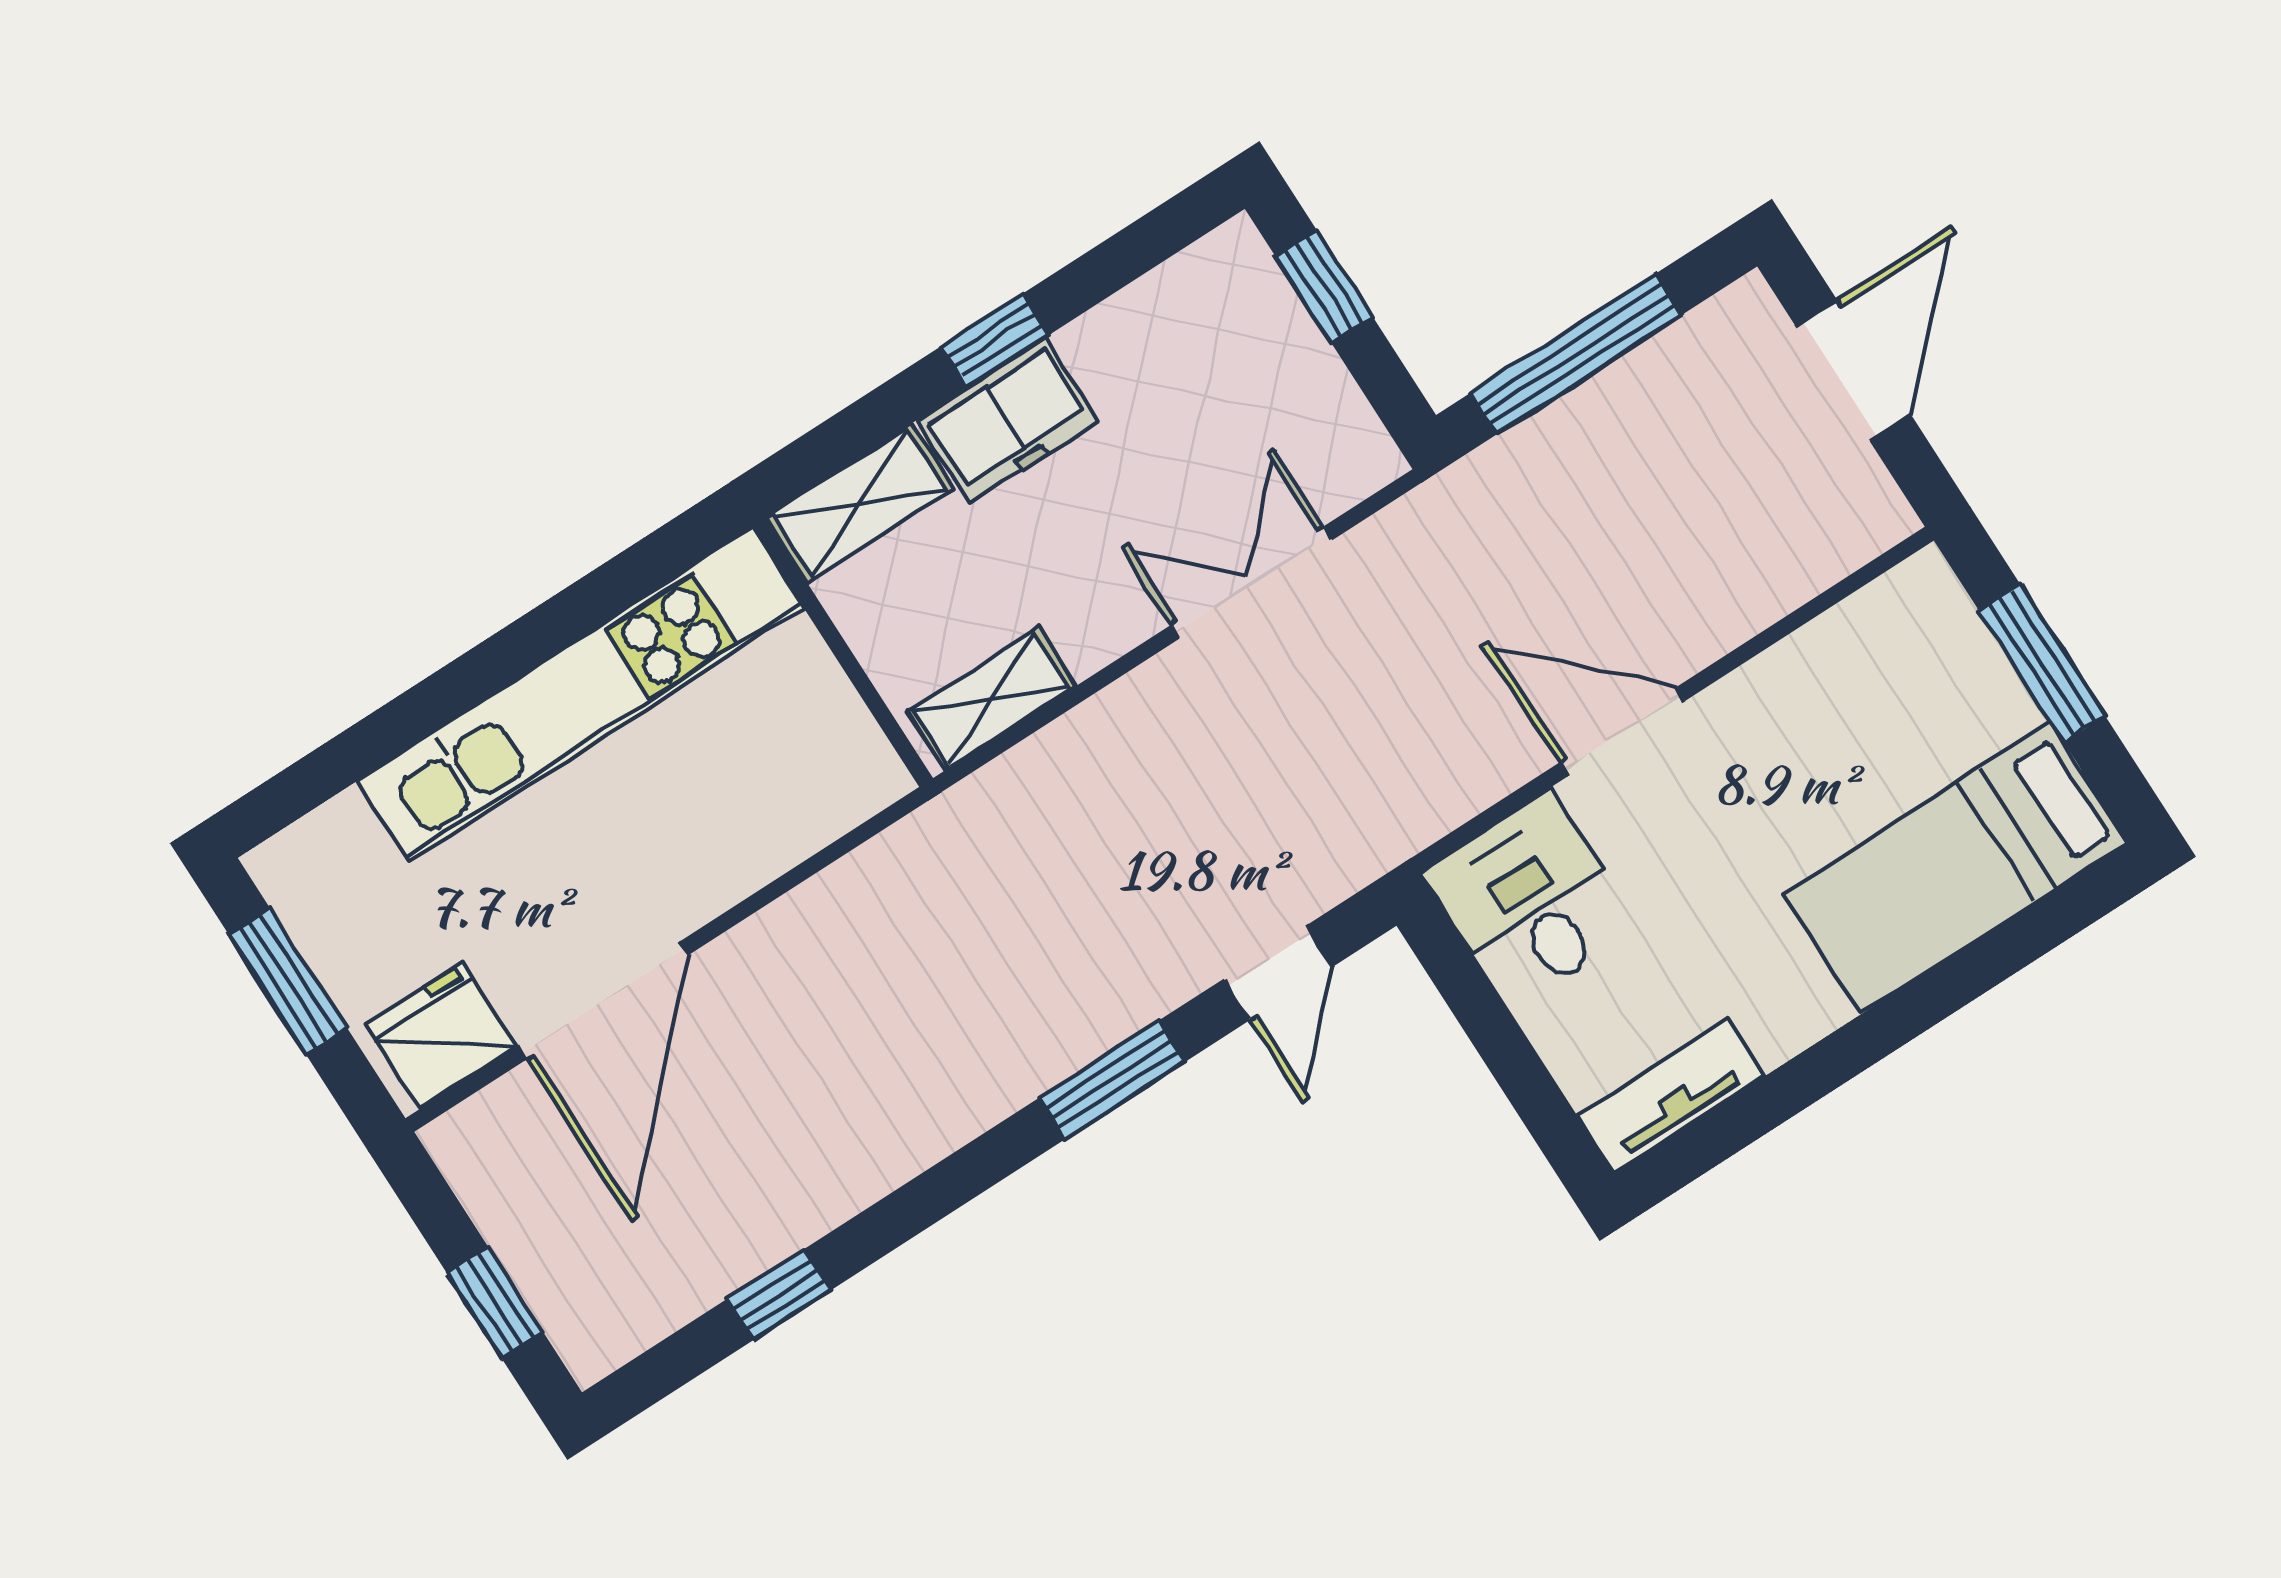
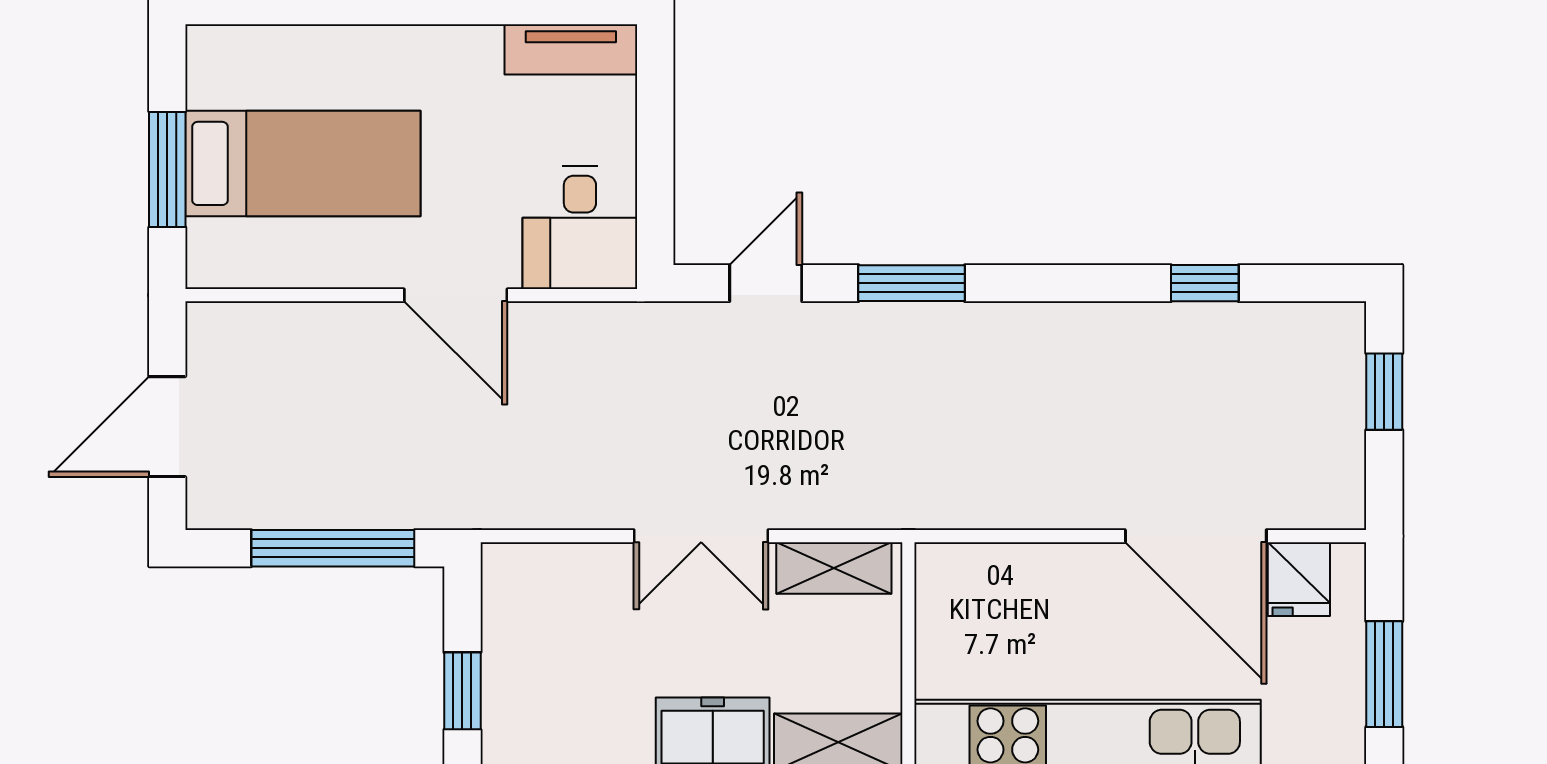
double door: (1252, 583) -> (701, 536), moved
bed: (1956, 868) -> (303, 163), moved
door: (603, 1000) -> (1196, 536), swing flipped
fridge: (441, 1036) -> (1299, 579), width x0.72

